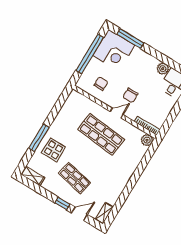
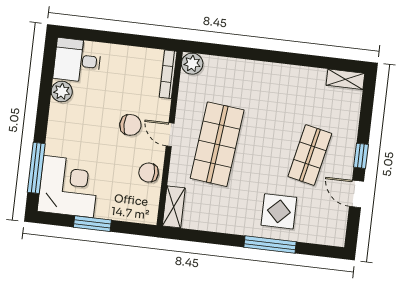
window: (90, 54) -> (92, 224), width x0.47
chair: (101, 84) -> (149, 173), moved
shelving: (33, 176) -> (174, 207), moved
door: (79, 214) -> (357, 194), moved

